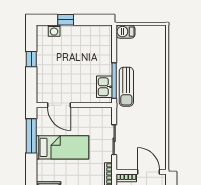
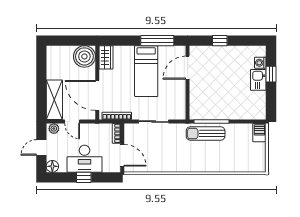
window: (31, 59) -> (220, 41), moved
kitchen sink: (104, 87) -> (258, 80), moved, turned -90
door: (149, 172) -> (122, 155), hinge flipped

